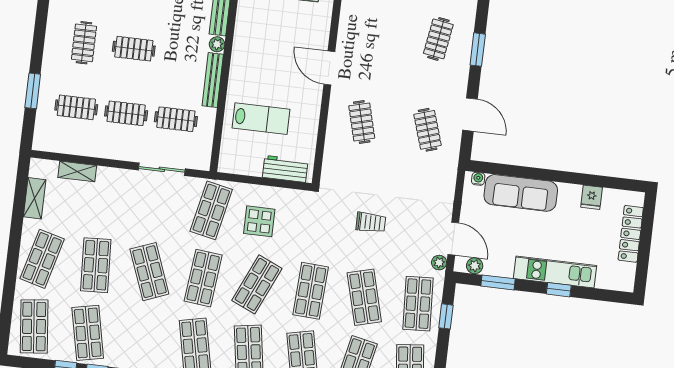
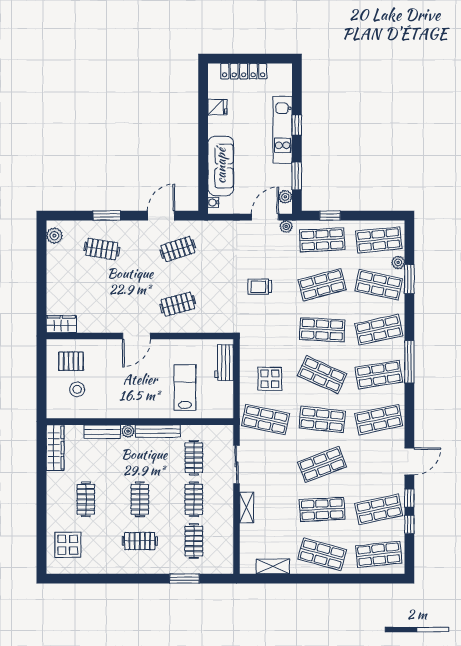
shelving: (77, 171) -> (247, 508), moved
trolley: (371, 222) -> (260, 287), turned -90

